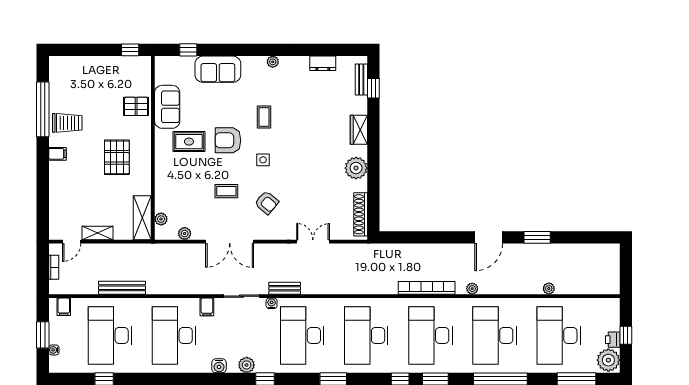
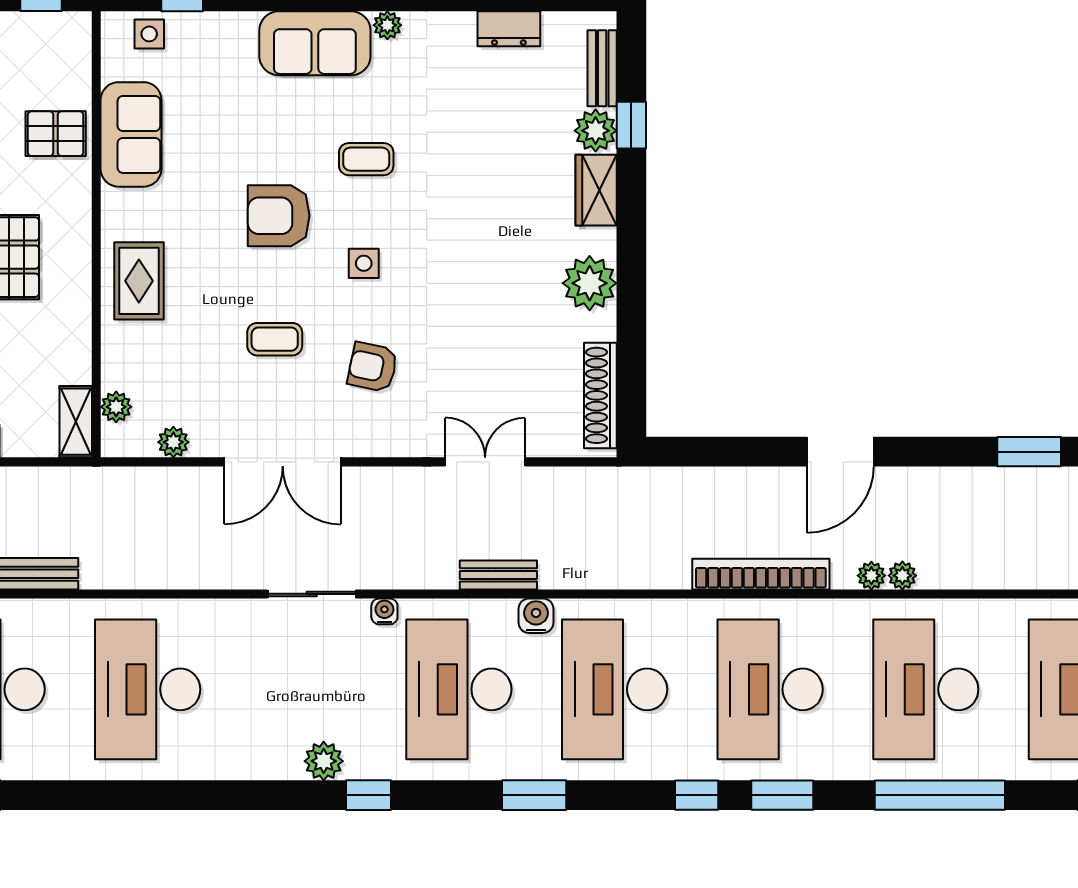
side table: (175, 65) -> (149, 34), added
sofa: (218, 69) -> (315, 43), moved
window: (373, 88) -> (631, 125), moved
plant: (359, 105) -> (596, 131), added
coffee table: (264, 117) -> (366, 159), turned 90
rug: (189, 142) -> (139, 281), moved, turned 90
armchair: (267, 203) -> (373, 367), turned 152
shelving: (142, 218) -> (76, 422), width x0.67, depth x0.75
door: (489, 237) -> (840, 452), moved
bench: (285, 288) -> (498, 575), moved
plant: (549, 289) -> (902, 576), moved
filing cabinet: (207, 307) -> (227, 620), removed
water cooler: (219, 366) -> (536, 616), moved, turned 180

